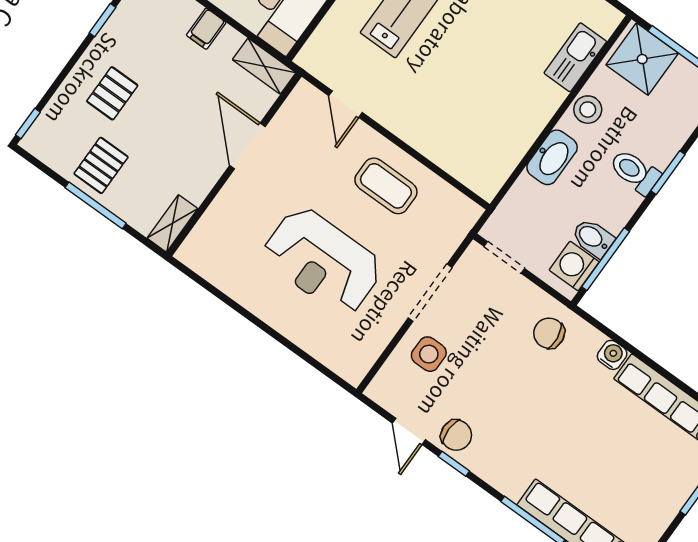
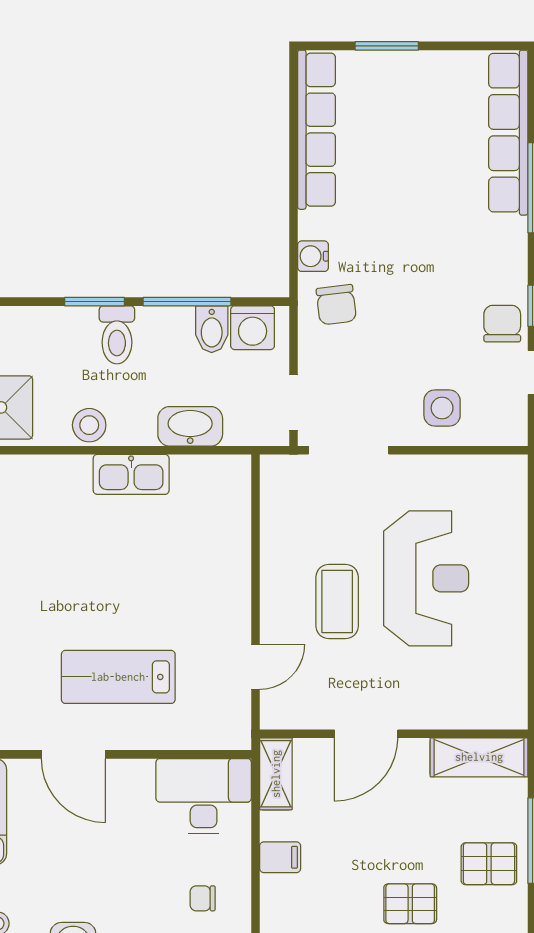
kitchen sink: (575, 57) -> (131, 474), moved
washbasin: (552, 157) -> (190, 426), moved
coffee table: (386, 186) -> (337, 602), moved
shelving: (172, 223) -> (479, 757), width x1.50, depth x1.33
window: (606, 259) -> (187, 302), moved
doorway: (430, 293) -> (349, 450), moved
water cooler: (612, 355) -> (313, 256), moved

